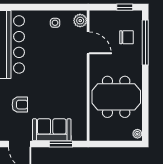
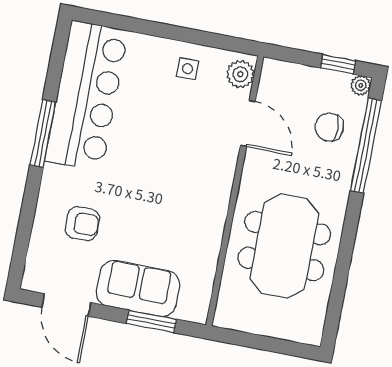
chair: (126, 37) -> (329, 127), turned 180
meeting table: (116, 97) -> (284, 246), turned 90
plant: (137, 134) -> (361, 85), moved

